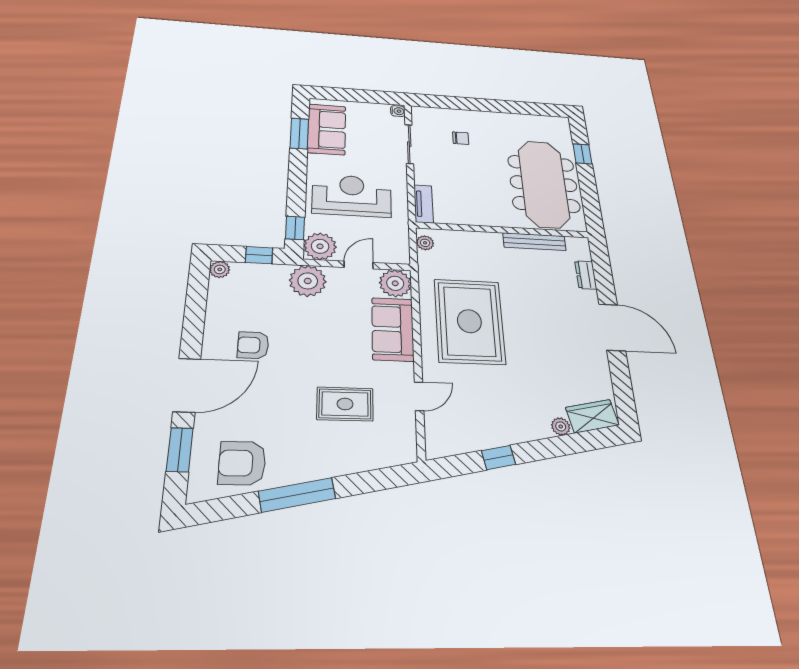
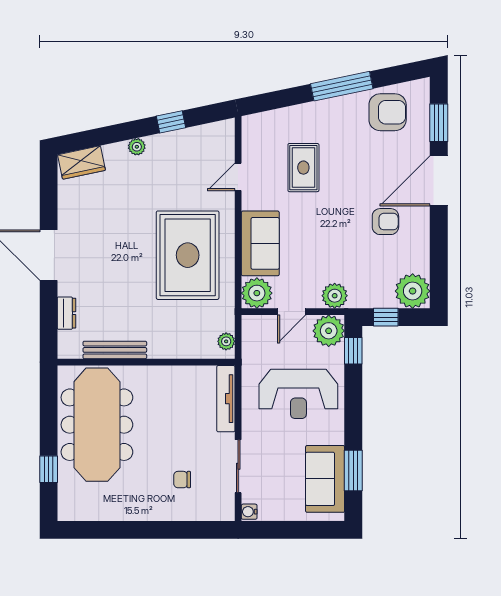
tv unit: (424, 204) -> (226, 399), width x1.41
plant: (220, 269) -> (413, 291), width x1.87, depth x1.87
plant: (308, 281) -> (335, 296), width x0.73, depth x0.73
rug: (345, 404) -> (303, 168), turned 90
plant: (561, 426) -> (137, 147), moved

